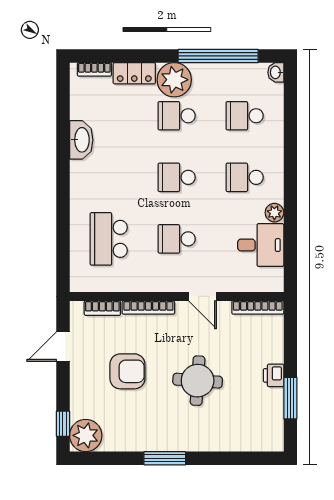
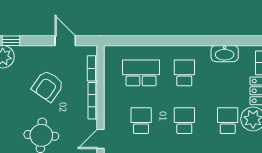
washbasin: (81, 140) -> (225, 54), moved
school desk: (109, 177) -> (184, 73), added
armchair: (127, 371) -> (48, 86), turned 35

